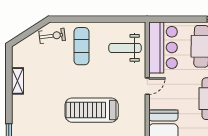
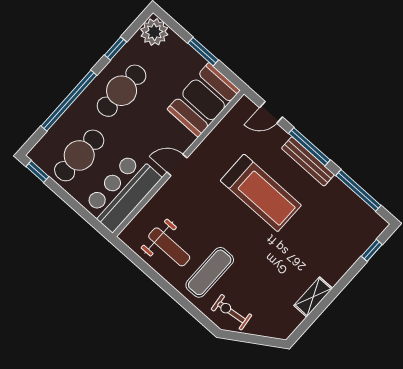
weight bench: (125, 48) -> (169, 247), moved

